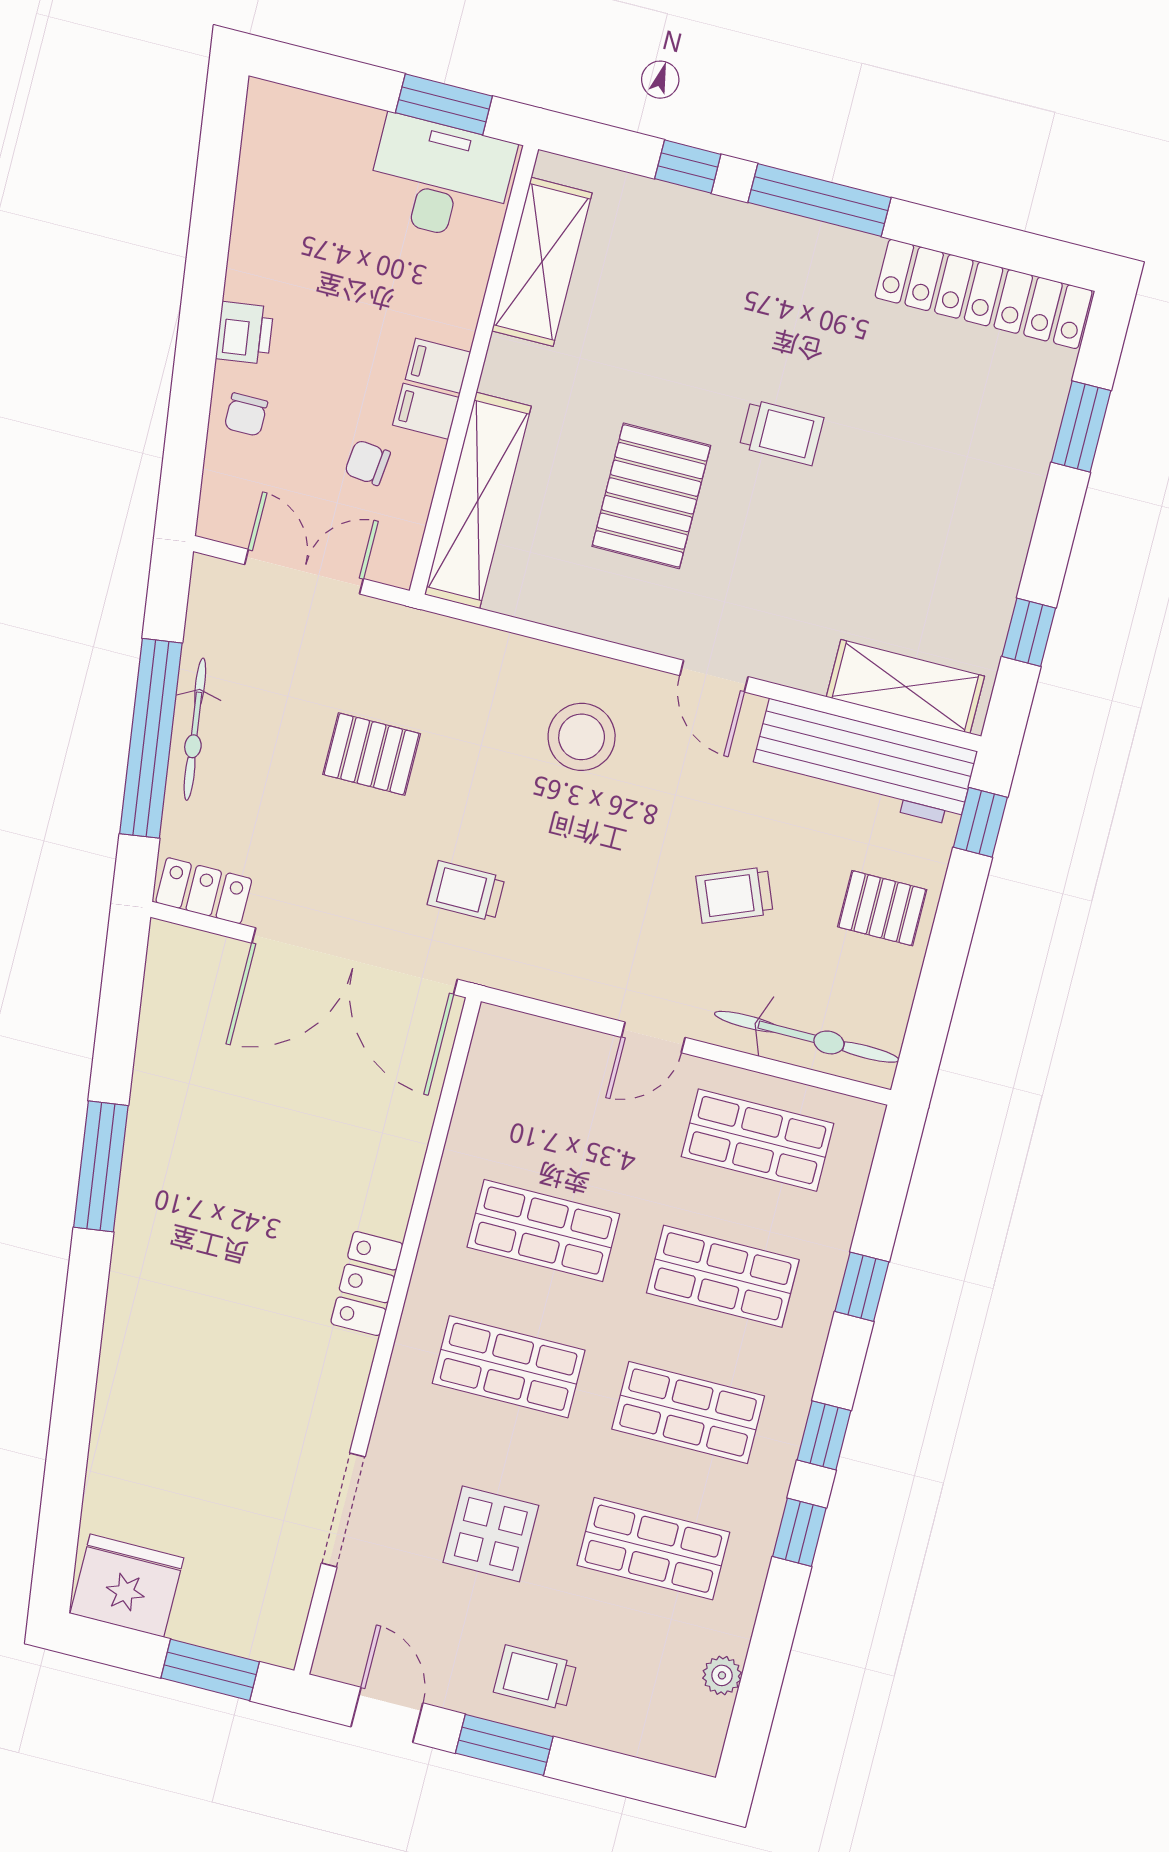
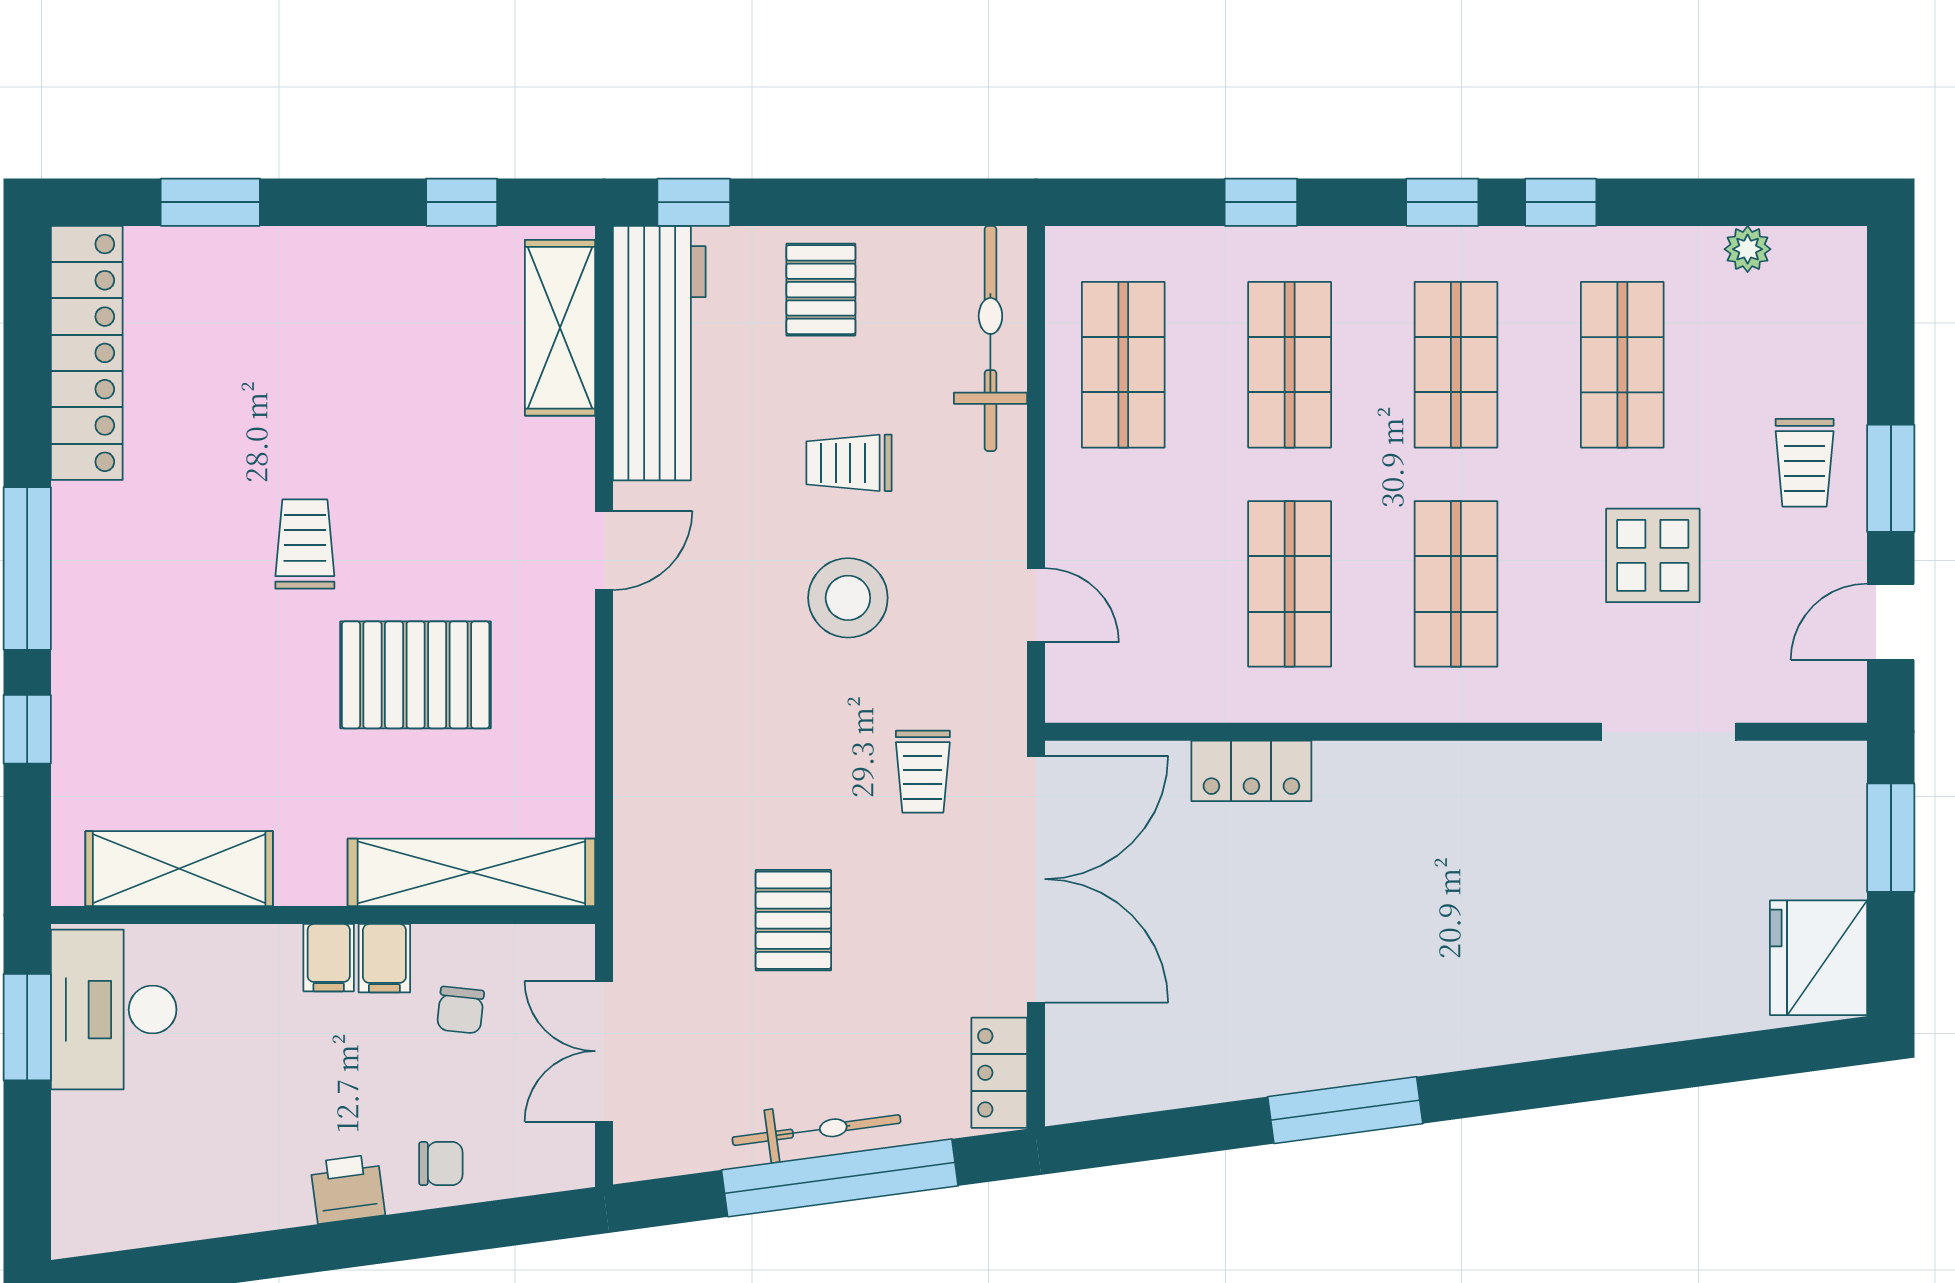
stool: (582, 737) -> (848, 598), moved
trolley: (734, 895) -> (849, 463), turned 112
door: (653, 1037) -> (1036, 605), moved
locker: (367, 1284) -> (1251, 771), moved

